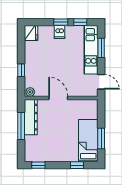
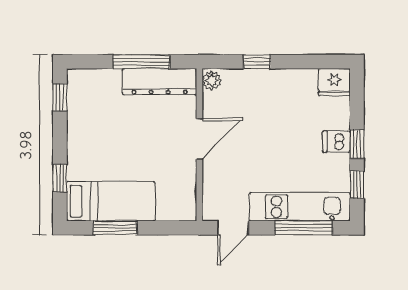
window: (101, 48) -> (304, 228), width x1.44

